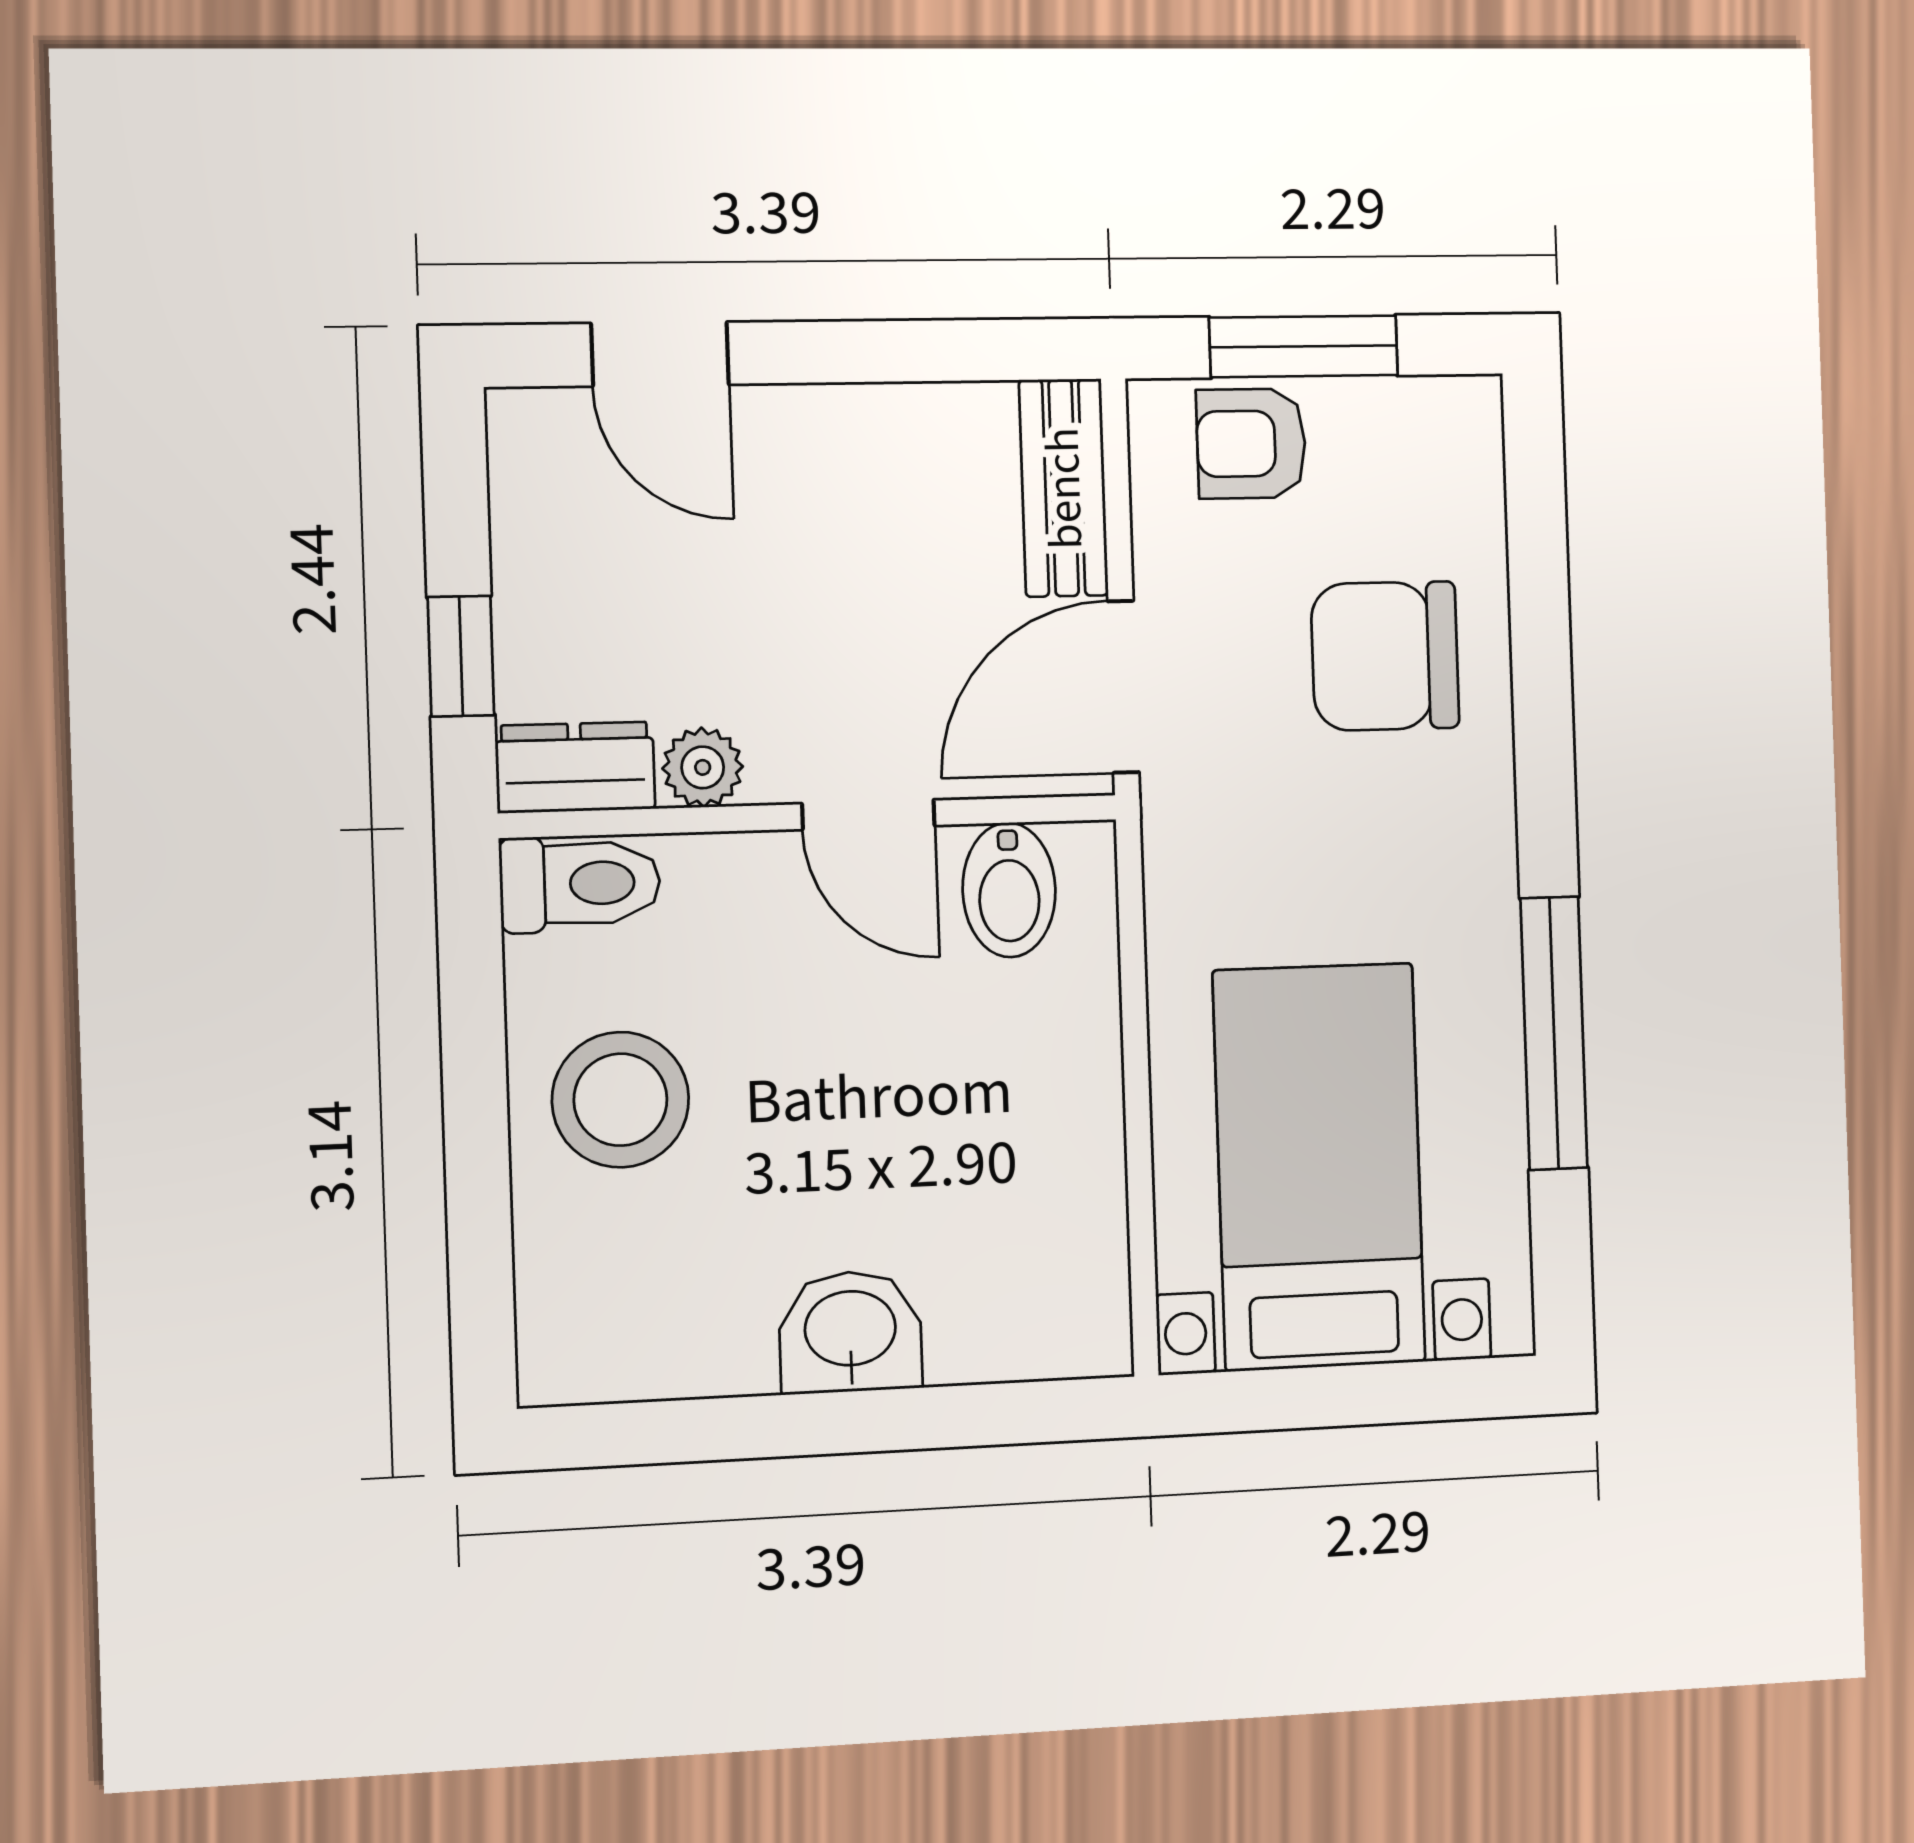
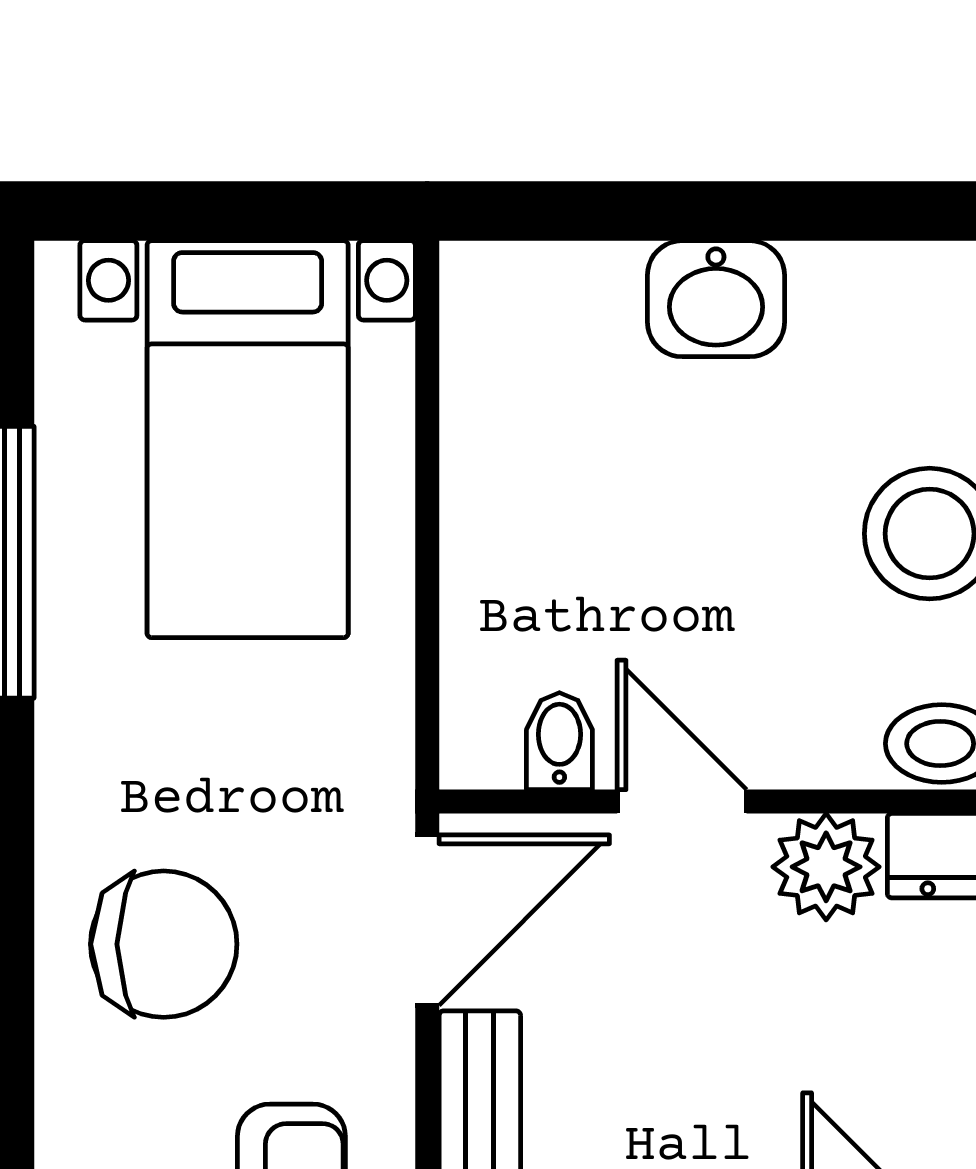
plant: (703, 767) -> (826, 867), width x1.38, depth x1.38
bidet: (1009, 890) -> (559, 741), width x0.72, depth x0.74

